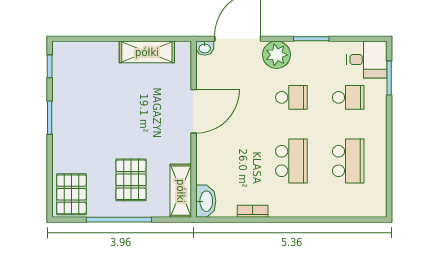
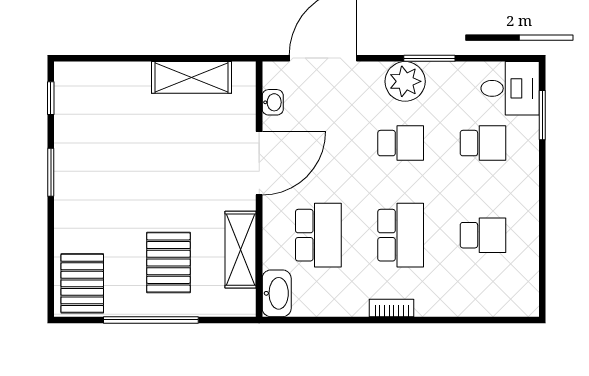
washbasin: (205, 48) -> (273, 102), moved, turned -90
plant: (277, 55) -> (405, 81), moved
school desk: (235, 161) -> (318, 235), added
school desk: (348, 161) -> (483, 235), width x0.54
shelving: (181, 191) -> (240, 250), moved
bookcase: (253, 211) -> (392, 308), moved

